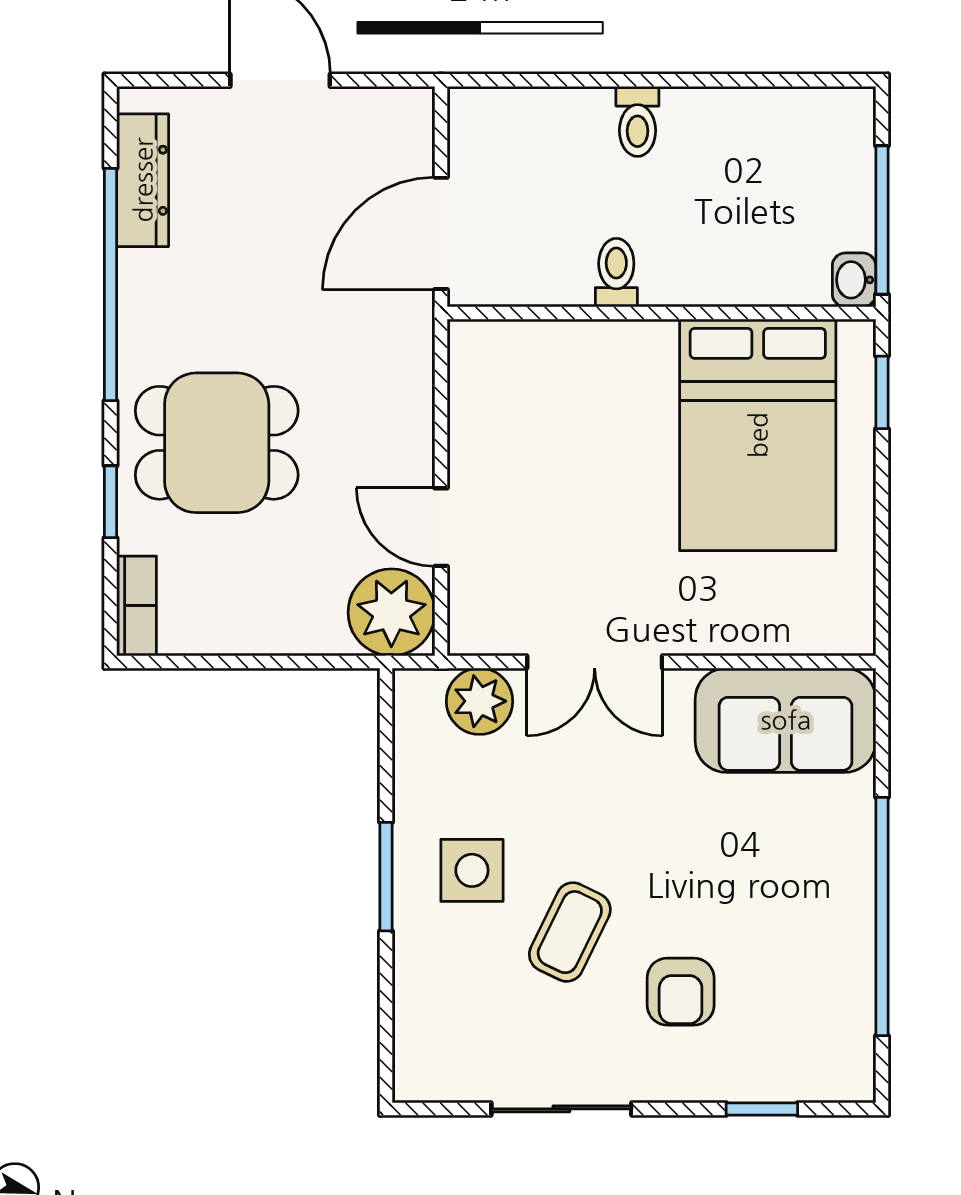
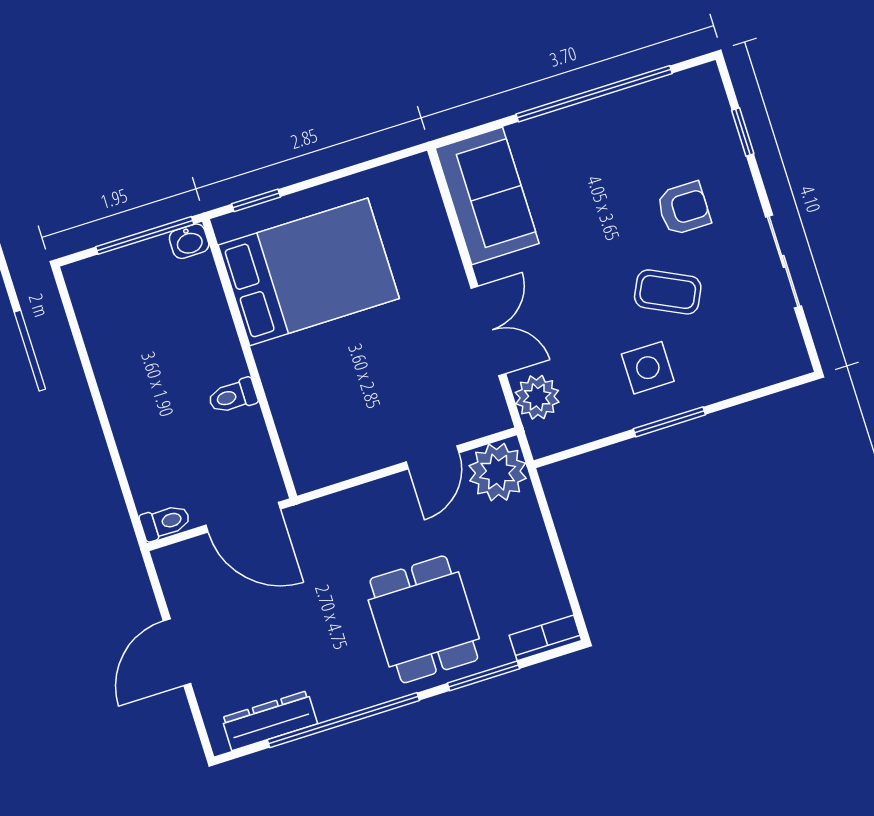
toilet: (637, 121) -> (165, 522), moved
window: (110, 502) -> (484, 676), width x1.50

